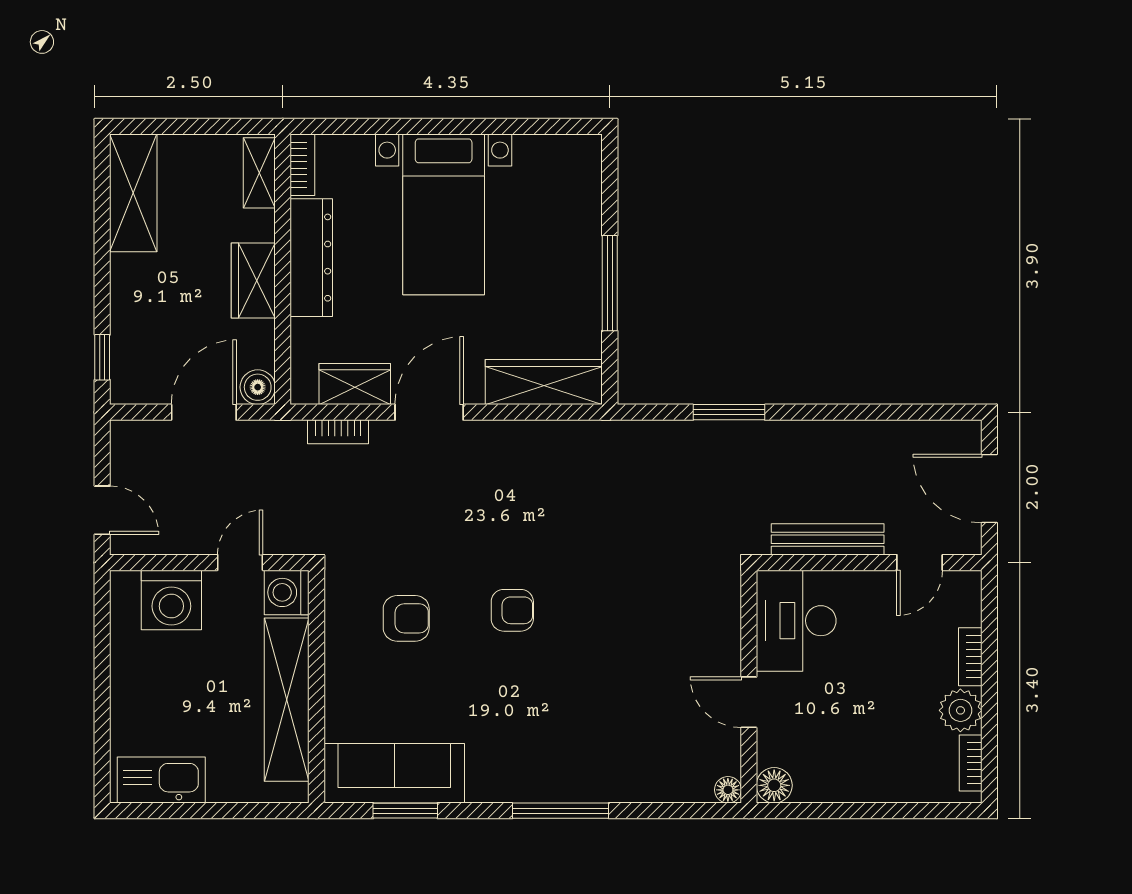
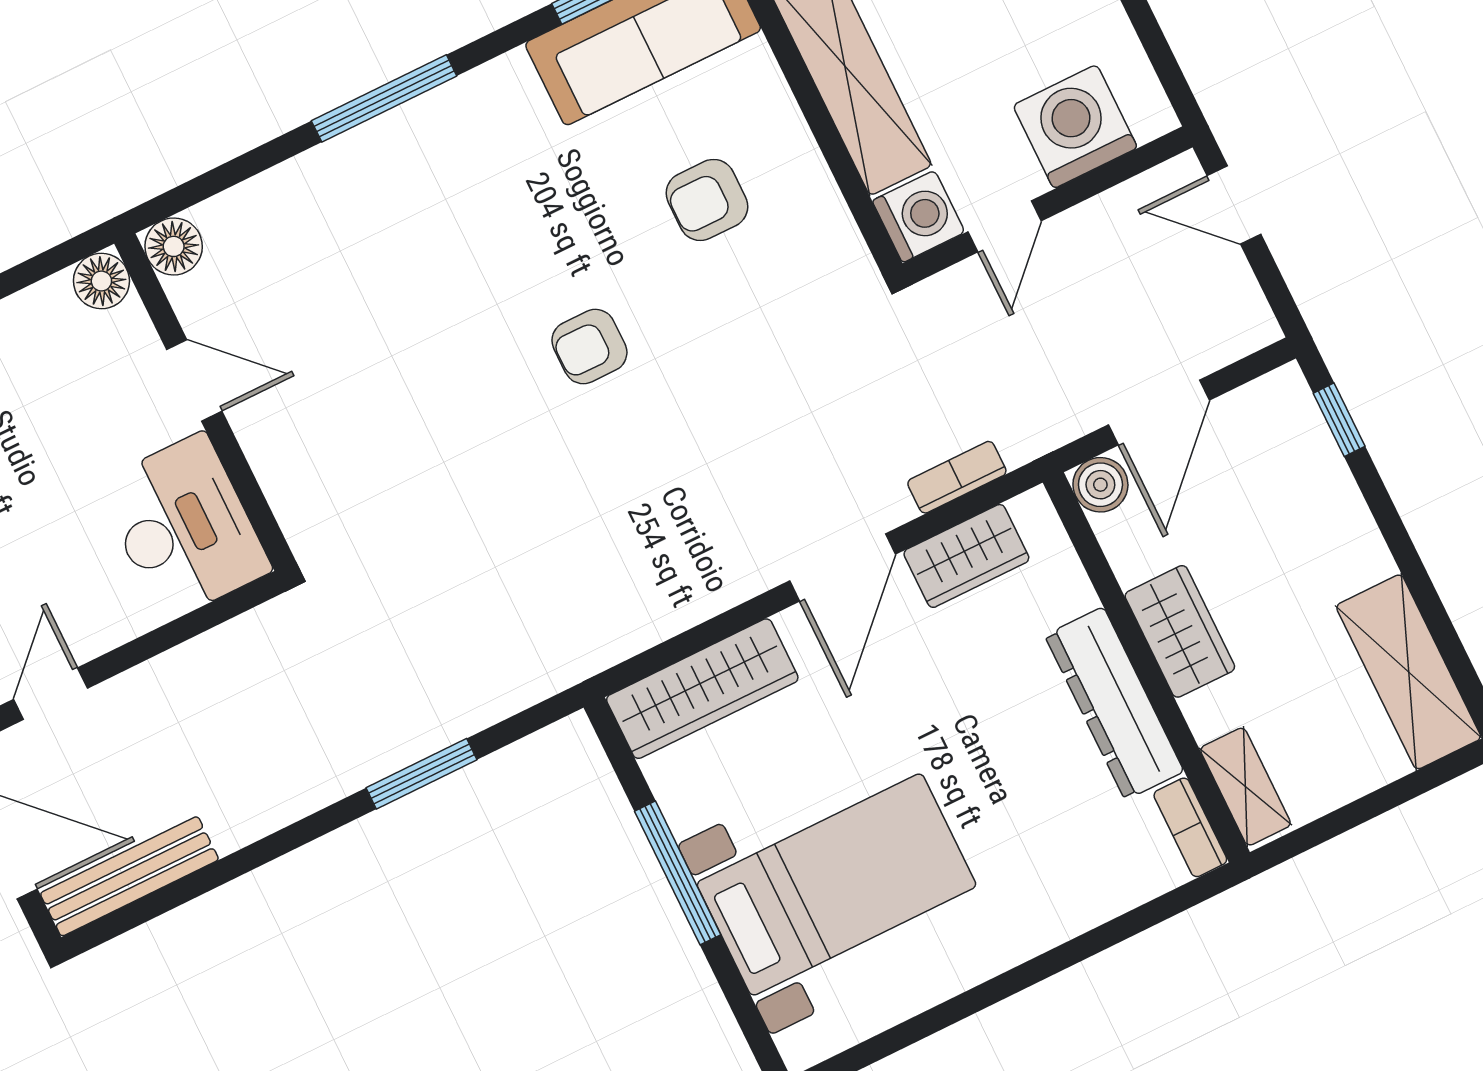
bed with nightstands: (444, 214) -> (837, 885), moved, turned 90
bench: (828, 539) -> (129, 876), moved
armchair: (406, 618) -> (707, 200), moved
floor lamp: (728, 790) -> (174, 246), width x1.37, depth x1.37

